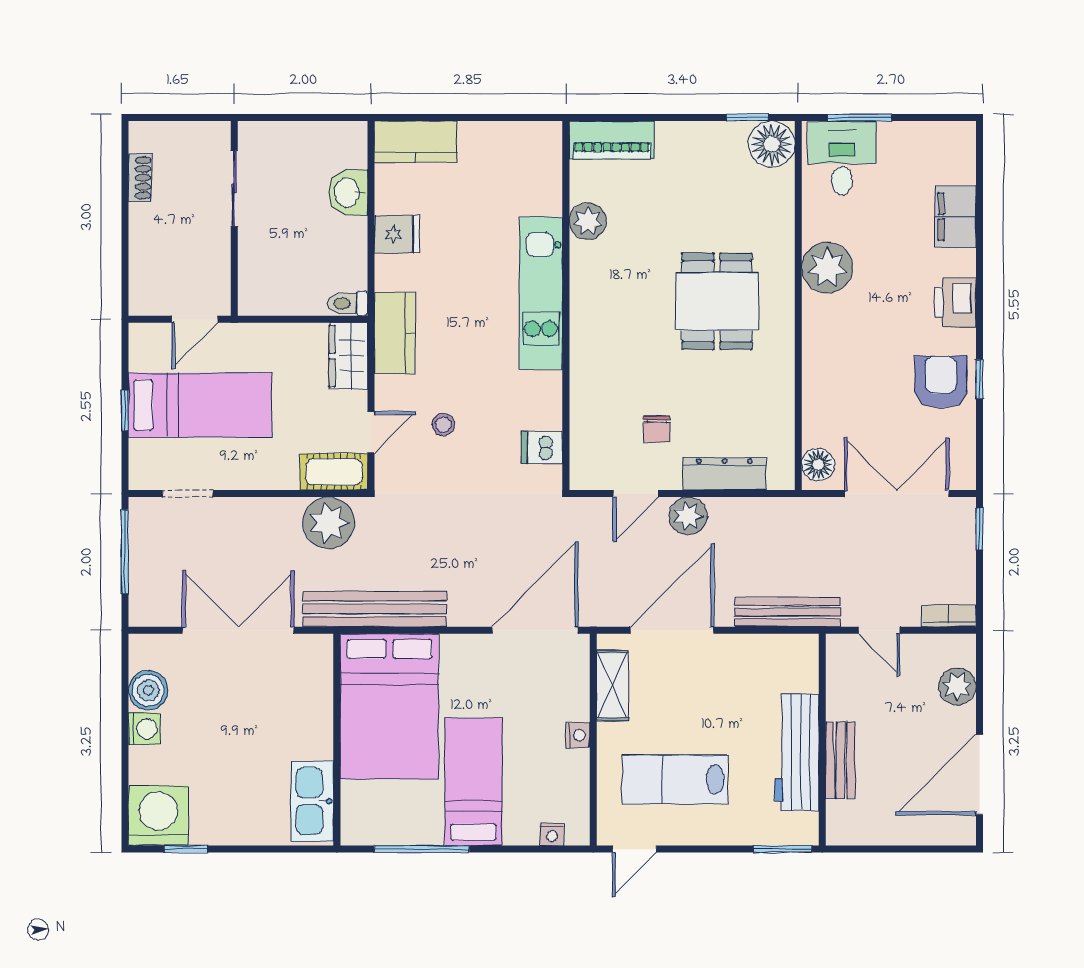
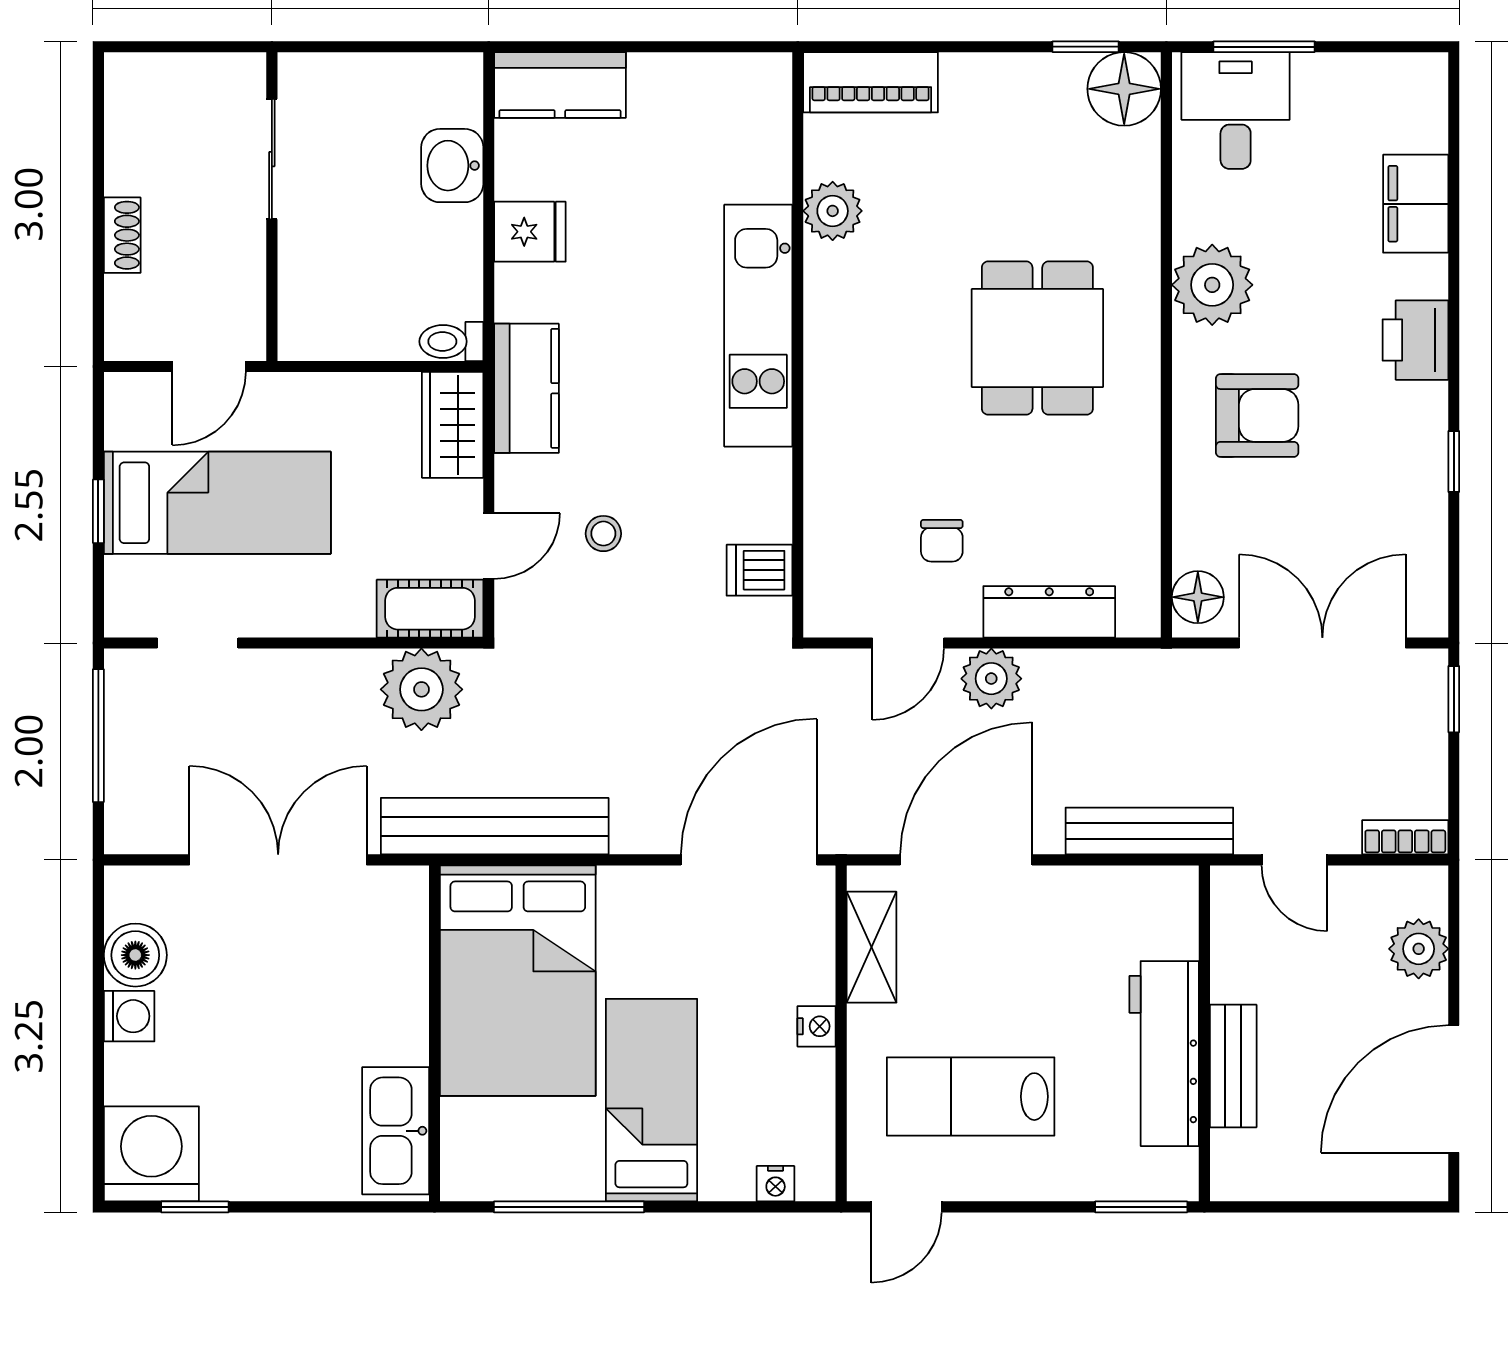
shoe rack: (140, 178) -> (122, 235), moved
armchair: (941, 382) -> (1257, 415), moved, turned 90

